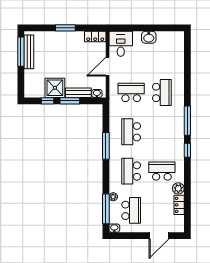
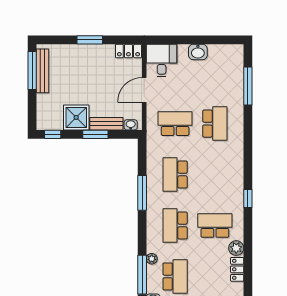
window: (47, 101) -> (53, 134), moved
window: (187, 121) -> (248, 86), moved

